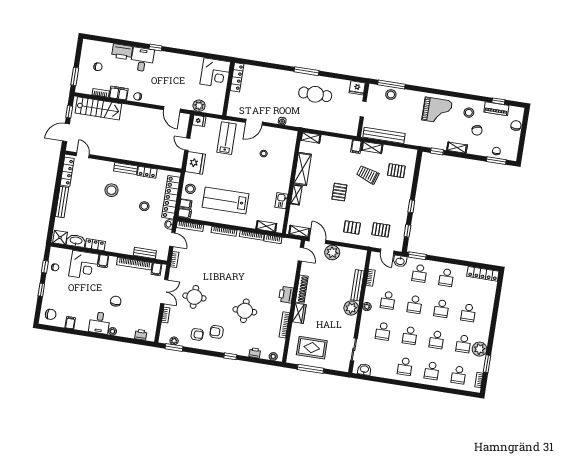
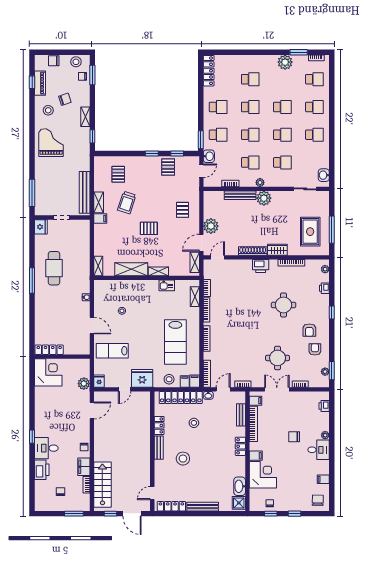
stool: (391, 95) -> (76, 62), moved
pallet: (381, 230) -> (168, 167), moved
locker: (95, 245) -> (240, 446), moved
school desk: (463, 344) -> (282, 79), removed

